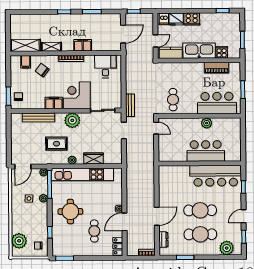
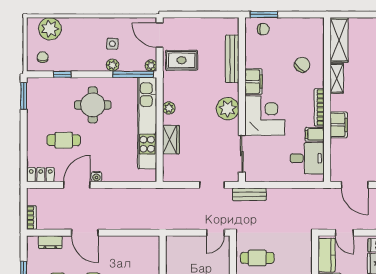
filing cabinet: (26, 62) -> (315, 134), moved
rug: (56, 144) -> (182, 60), moved, turned 90
door: (124, 222) -> (77, 185), hinge flipped

